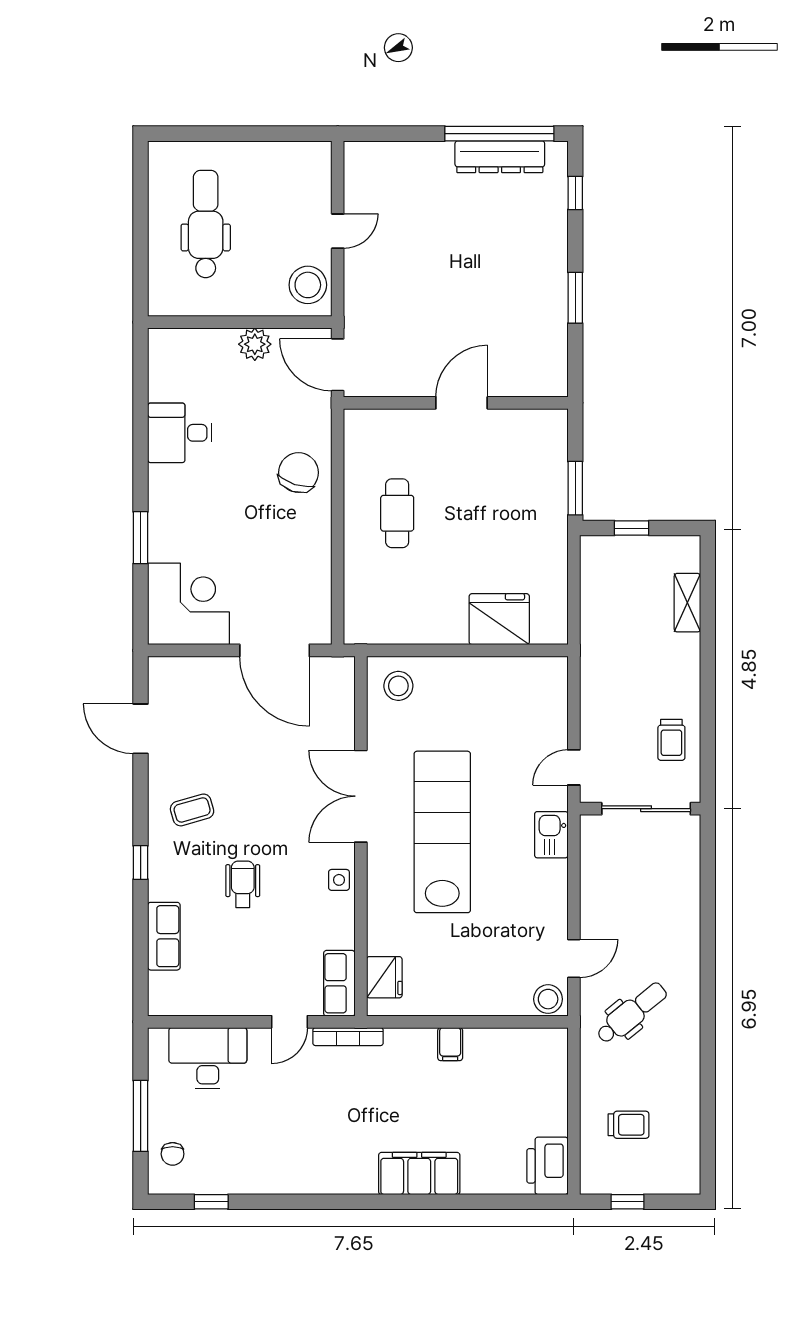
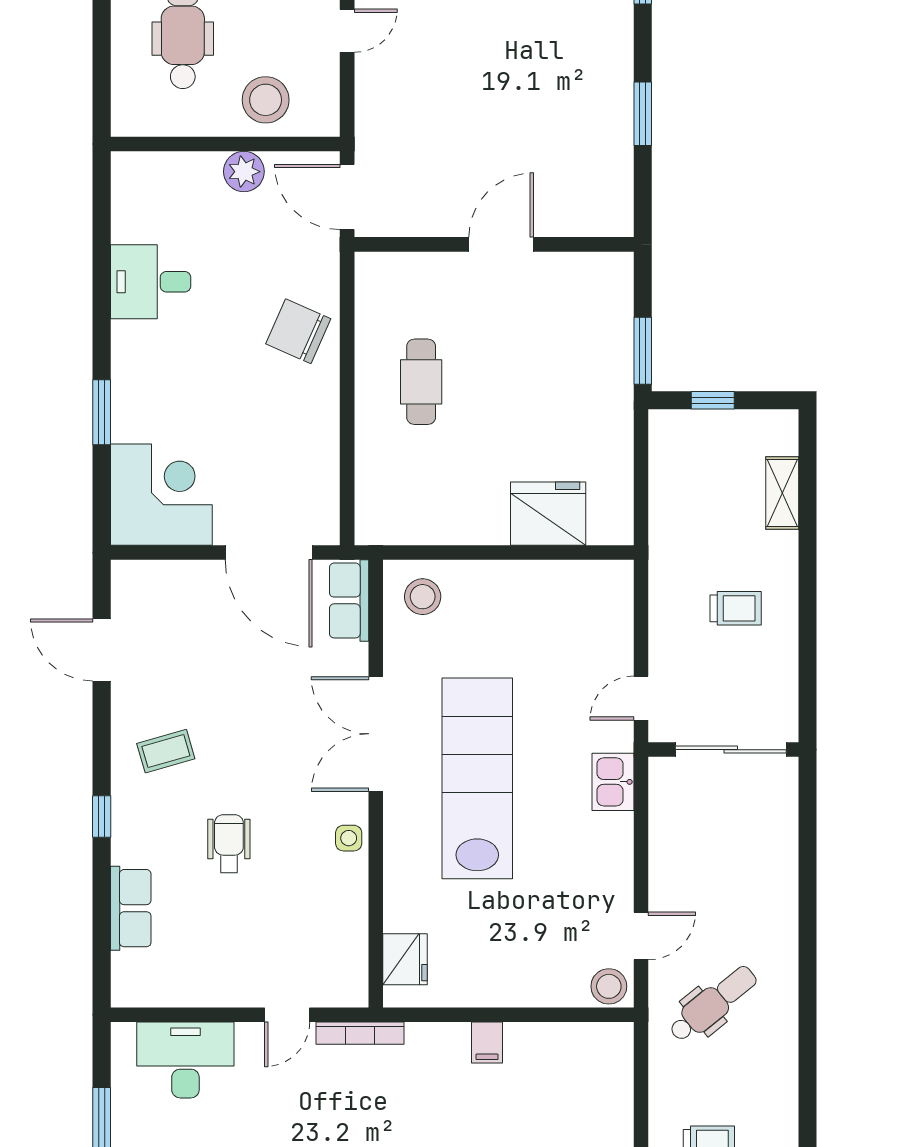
stool: (308, 285) -> (266, 100), moved
chair: (298, 473) -> (298, 331), turned -84
trolley: (671, 740) -> (736, 608), moved, turned -90
row of seats: (339, 983) -> (349, 600), moved

